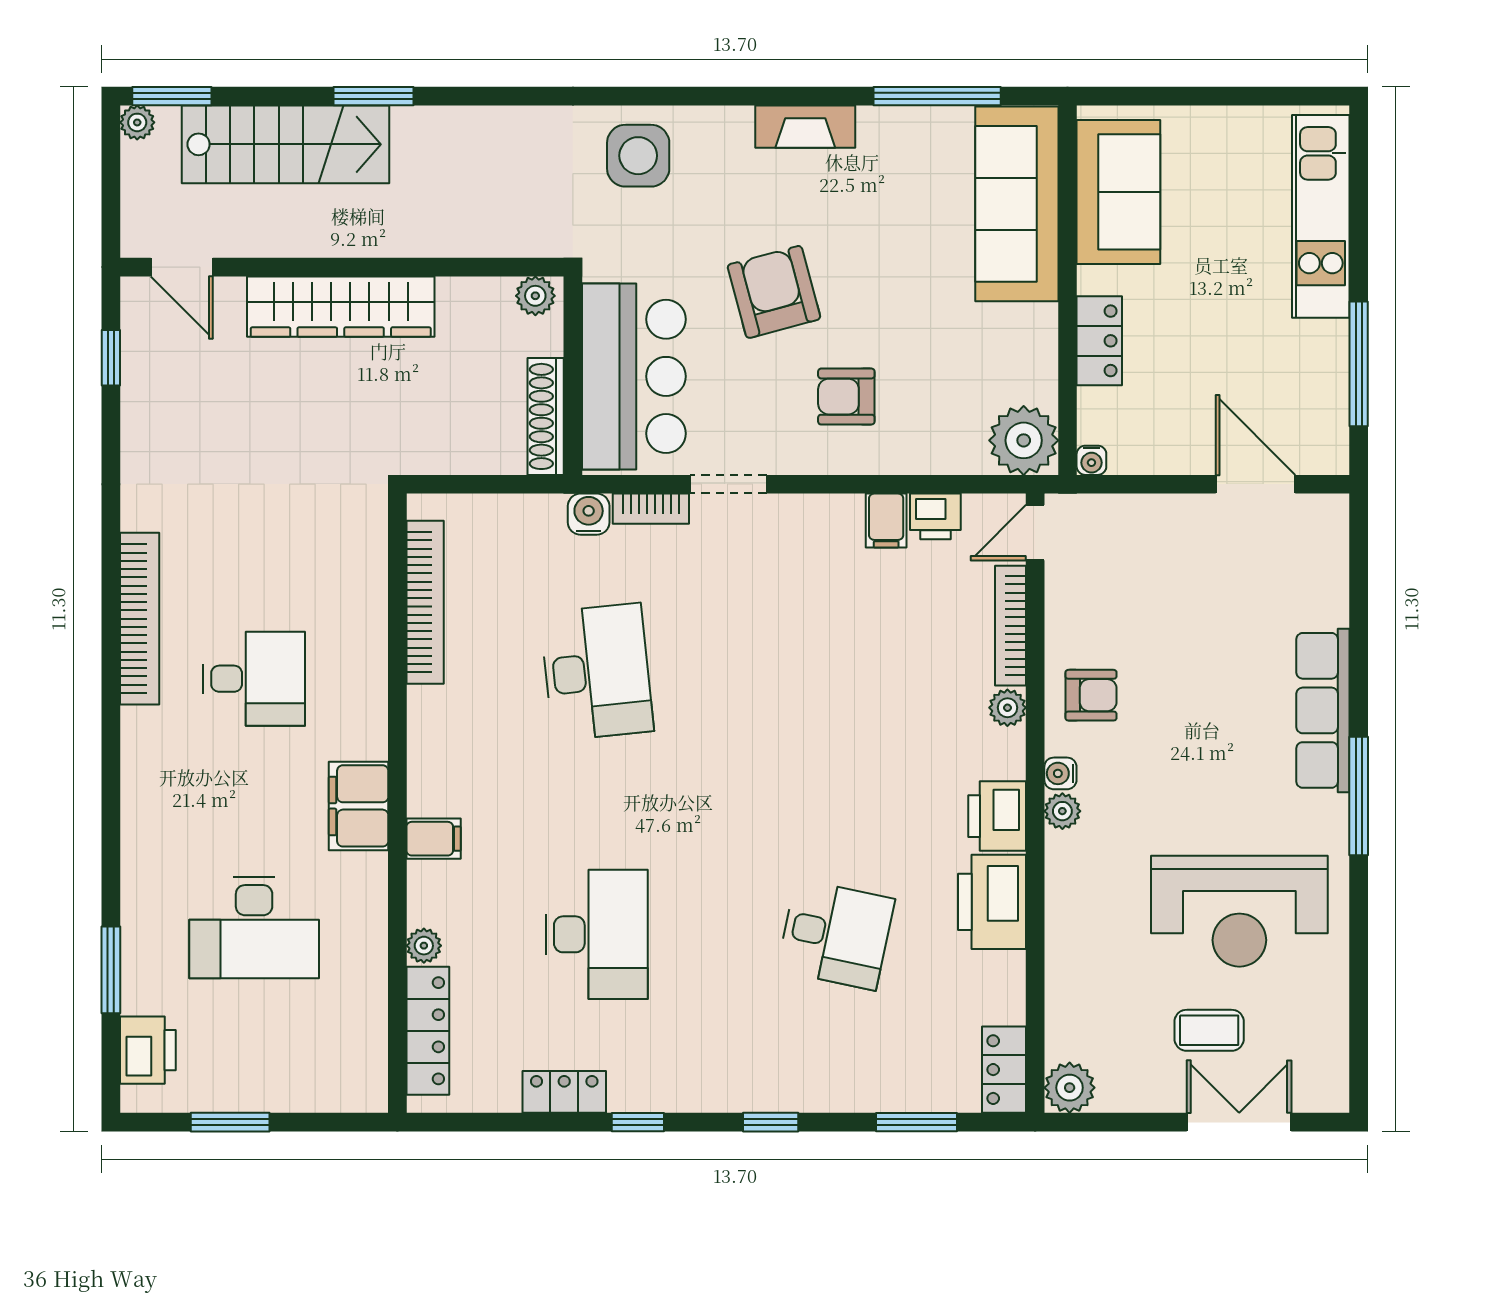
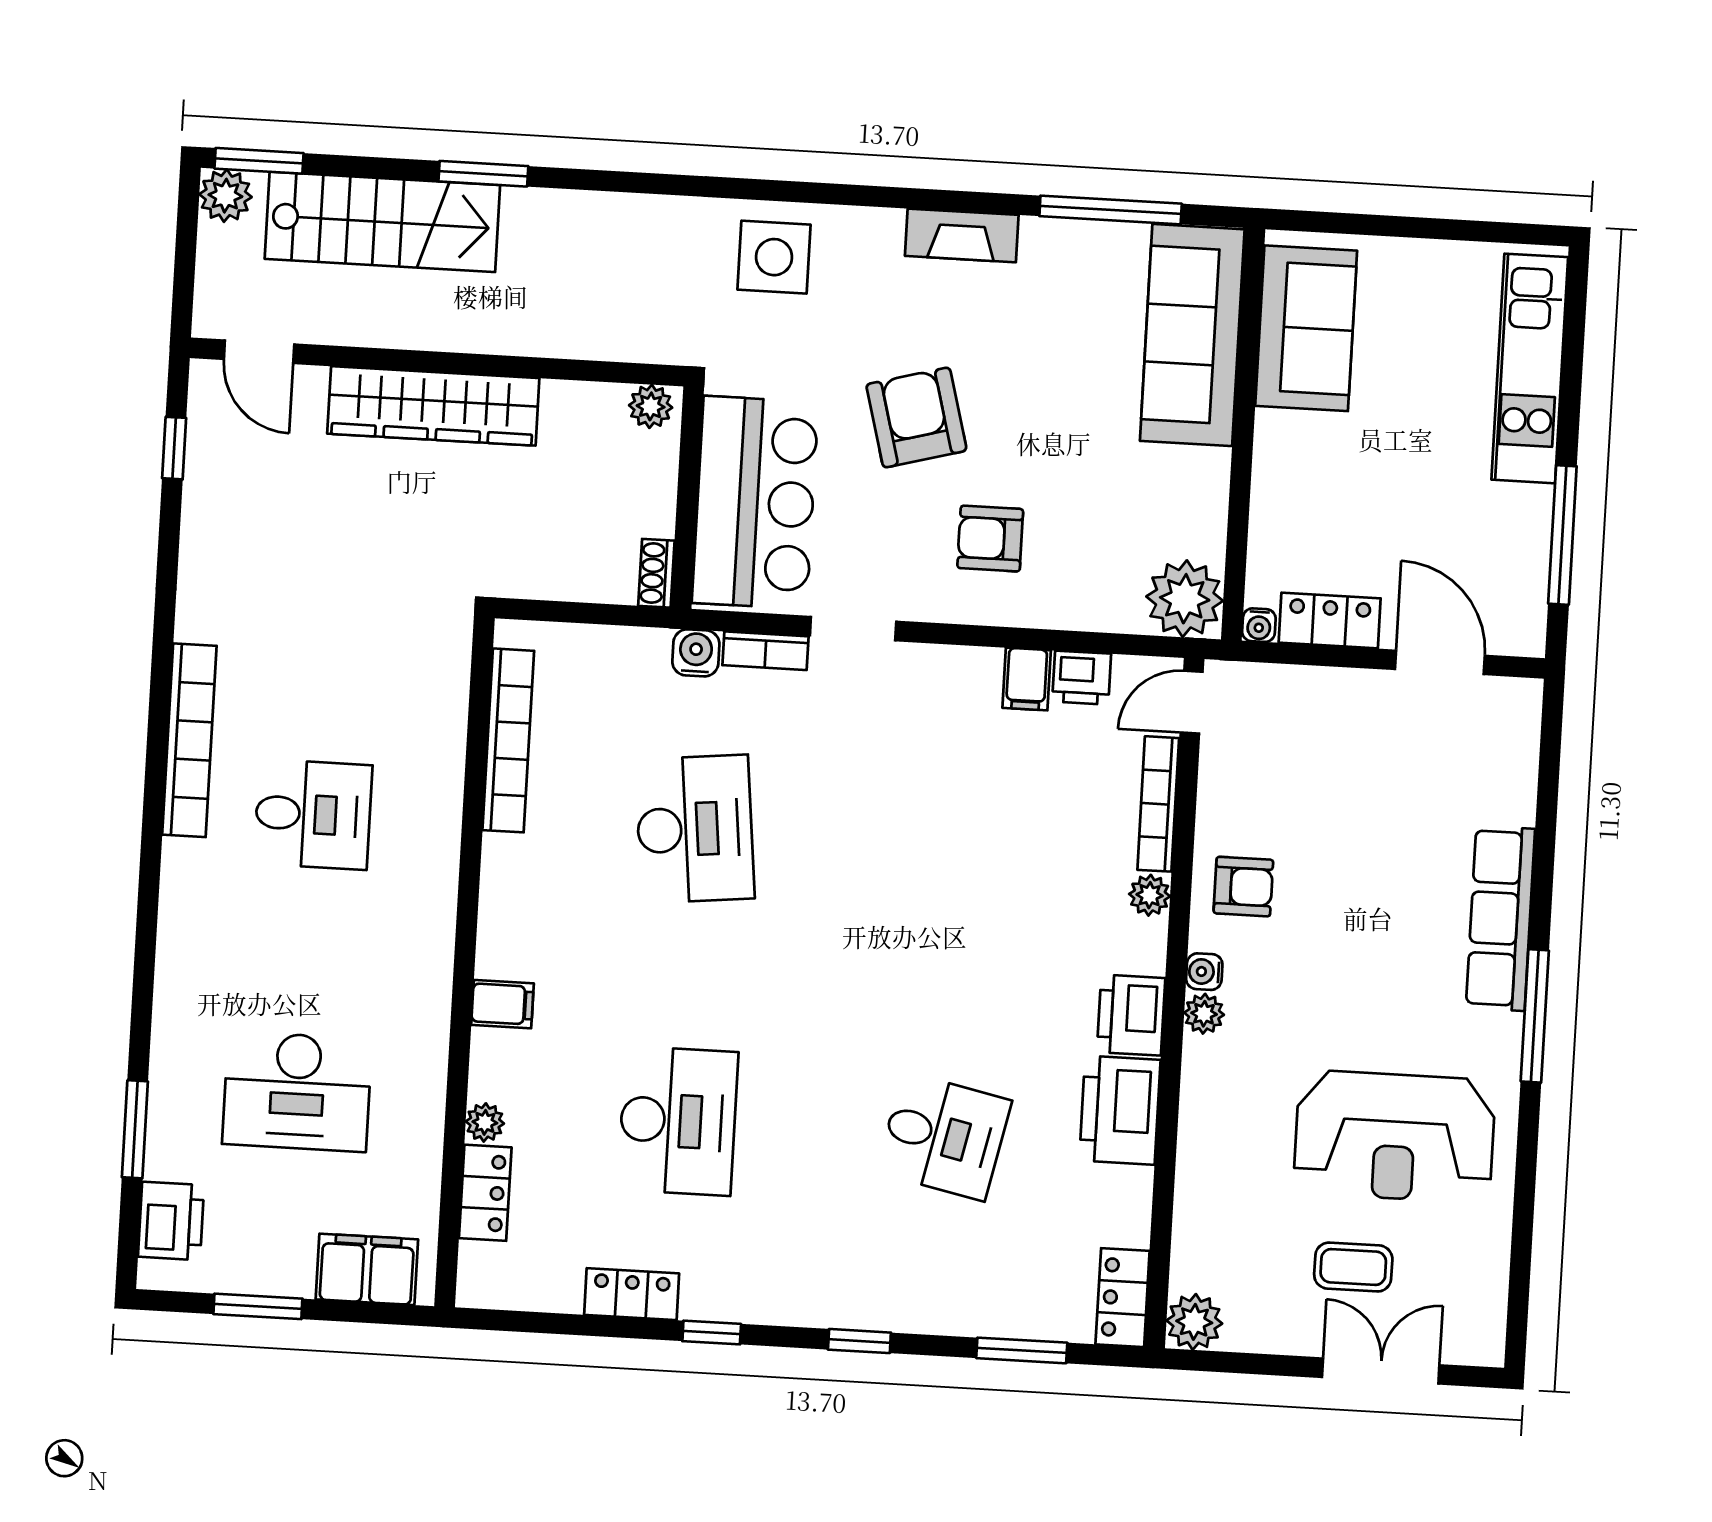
plant: (137, 122) -> (225, 196), width x1.38, depth x1.38
locker: (1099, 341) -> (1330, 621), moved, turned -90
shoe rack: (546, 416) -> (656, 573), width x0.51, depth x0.81
filing cabinet: (359, 806) -> (367, 1269), moved, turned 90
locker: (428, 1031) -> (485, 1193), width x0.66

